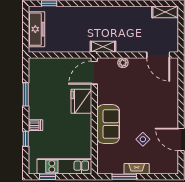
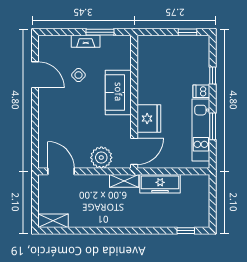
freezer: (36, 29) -> (160, 184), moved, turned -90
plant: (123, 63) -> (101, 158), width x1.87, depth x1.87
kitchen unit: (64, 166) -> (201, 130), moved, turned 90

